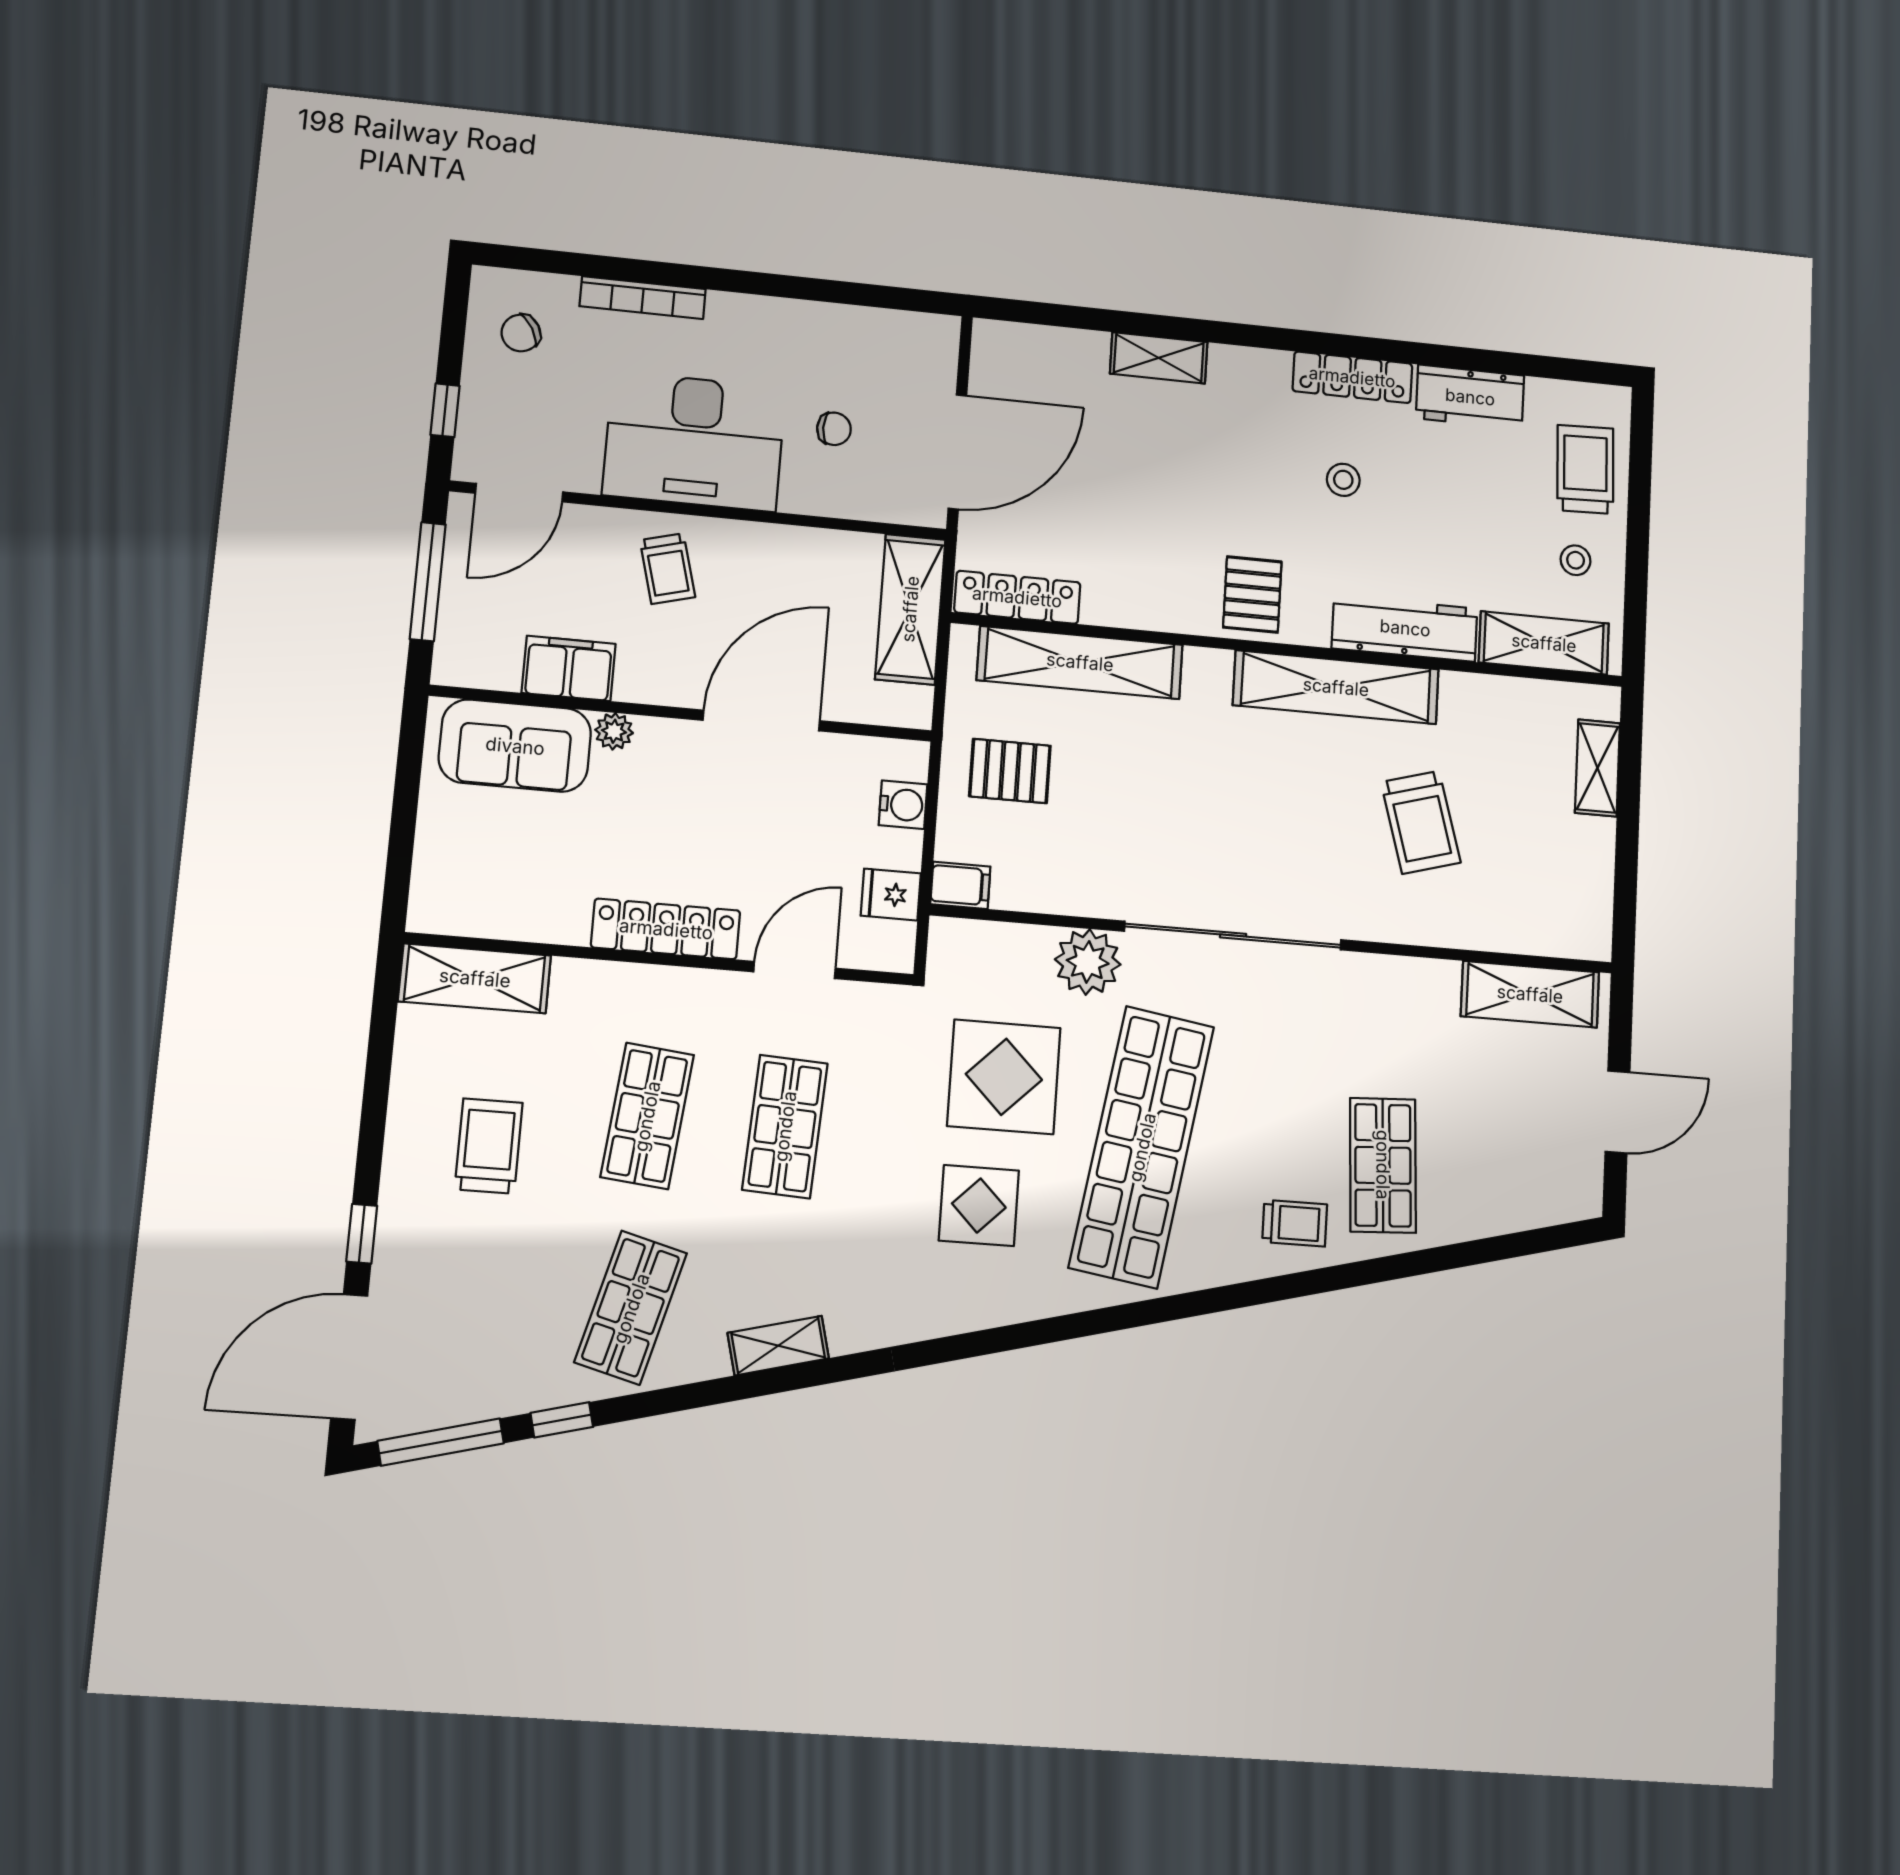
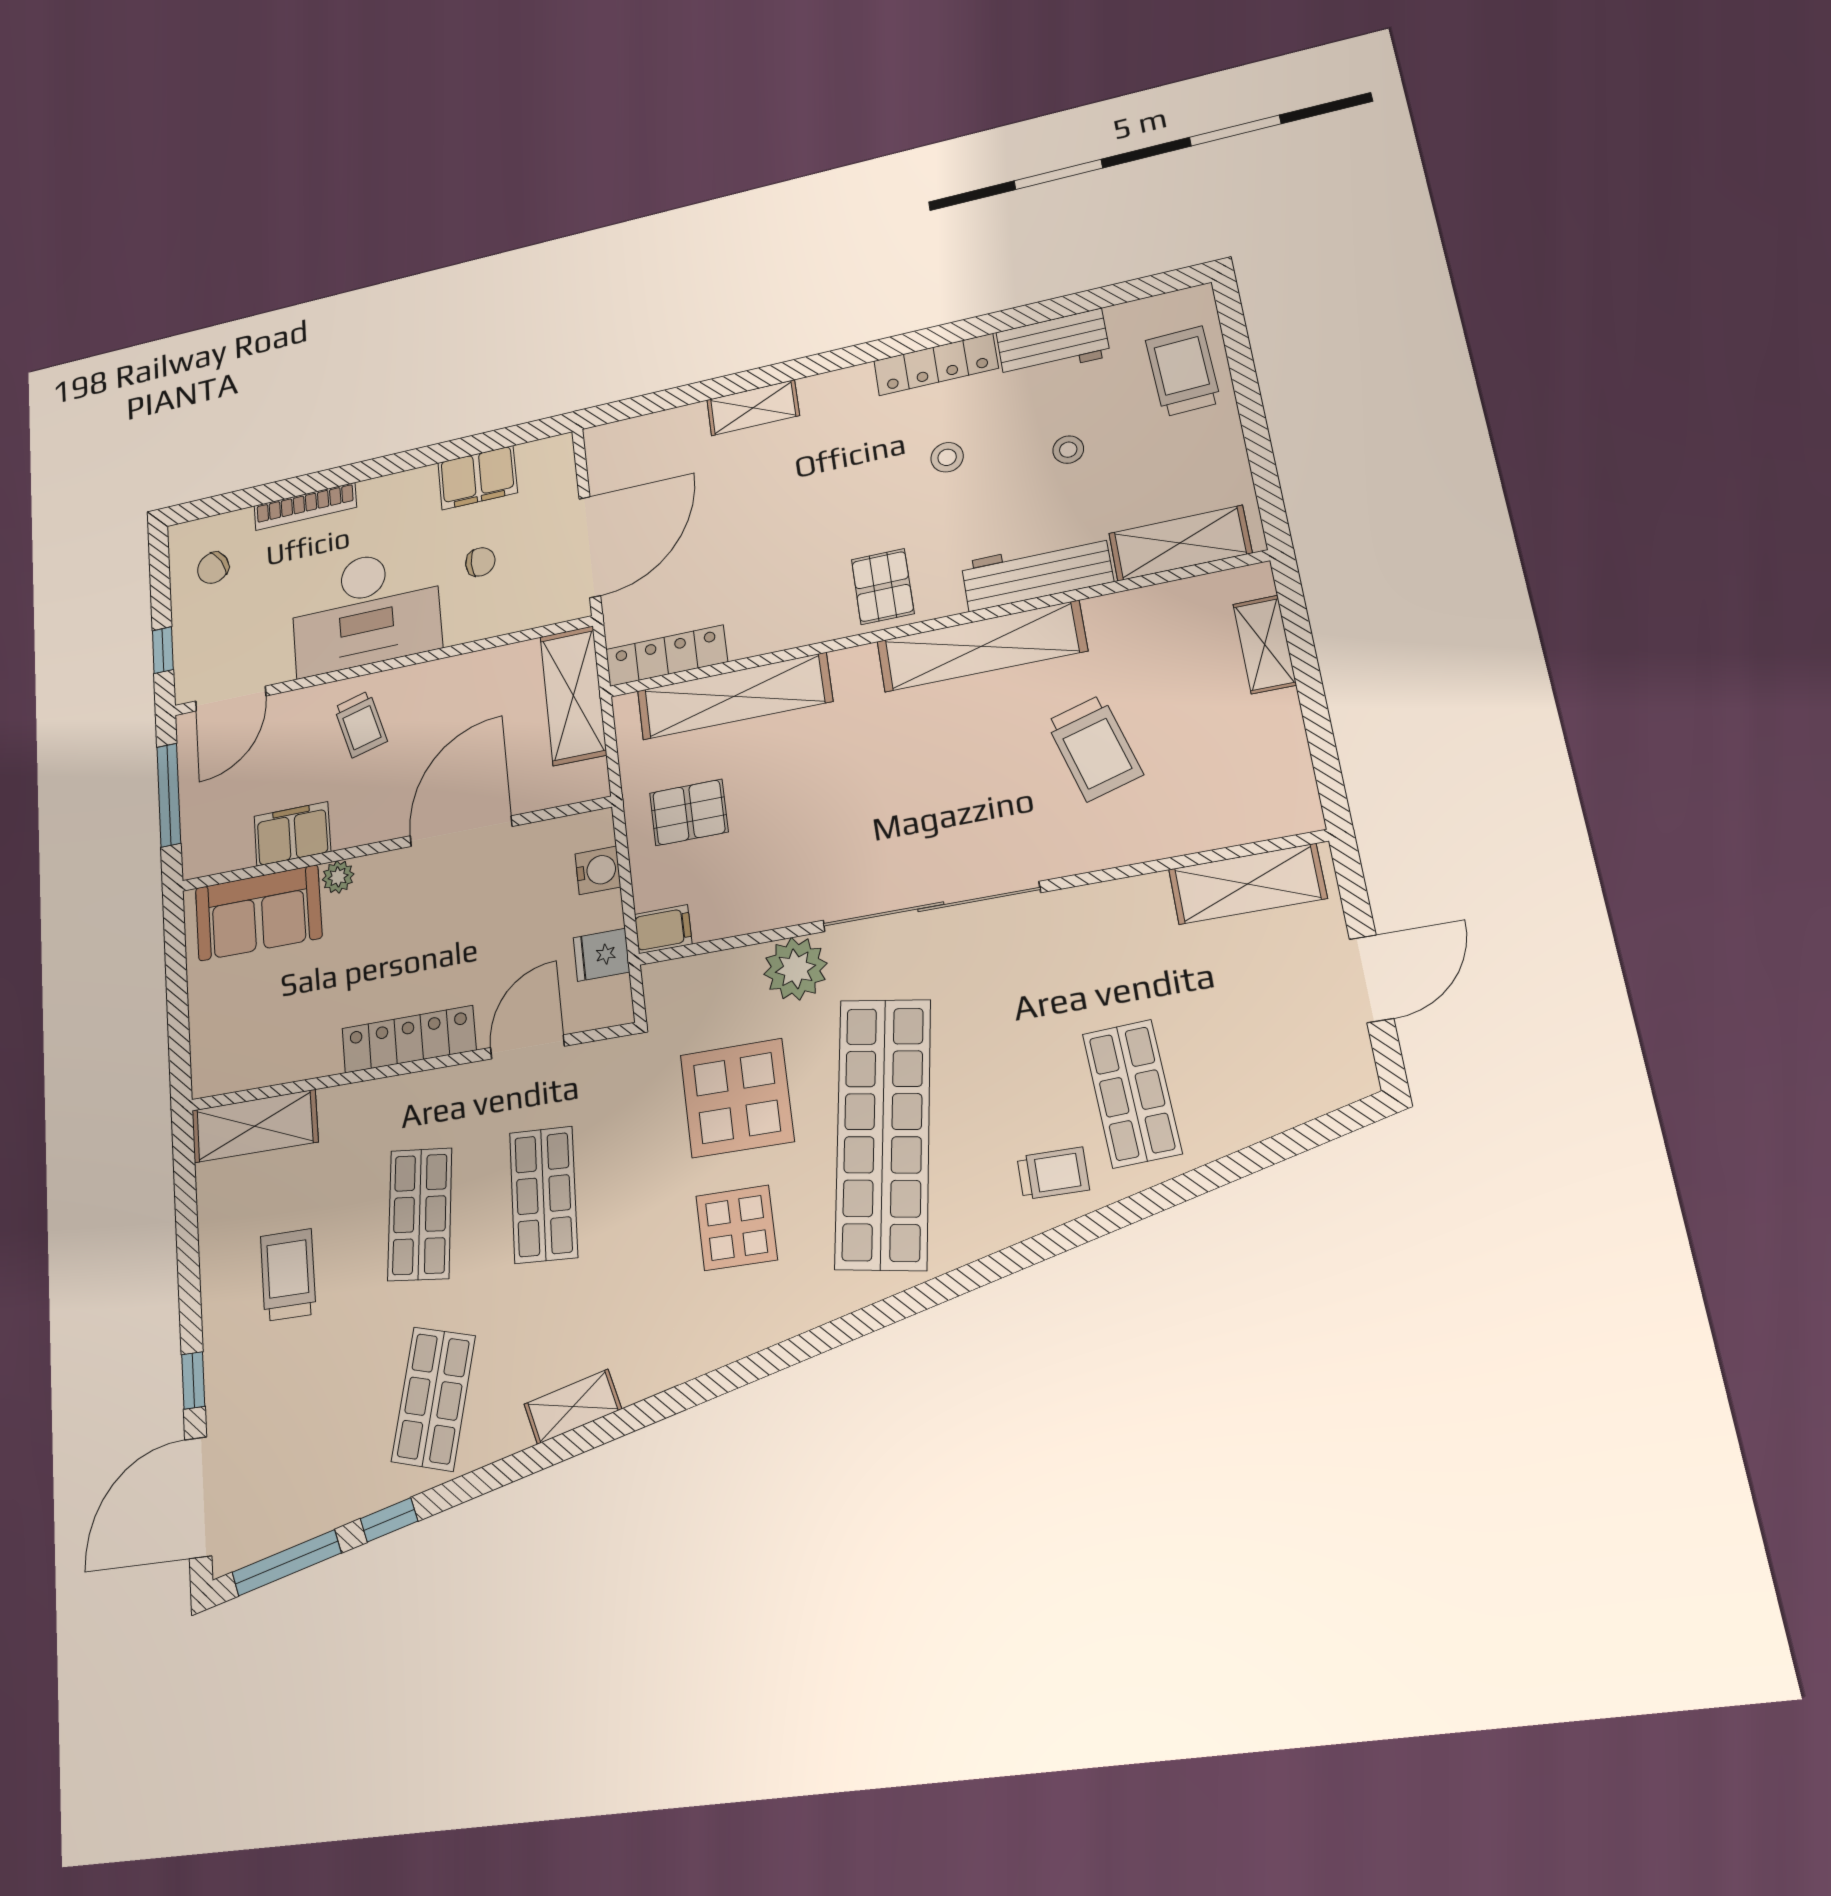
filing cabinet: (847, 332) -> (478, 478), added
stool: (1576, 560) -> (1068, 450), moved

